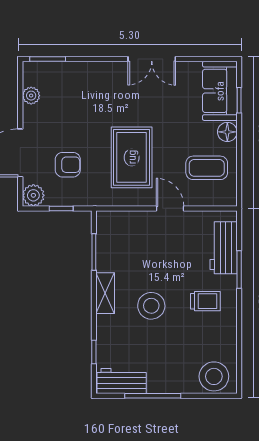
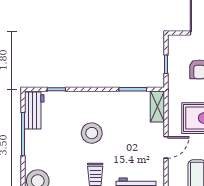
plant: (33, 195) -> (176, 43), removed
shelving: (105, 293) -> (157, 106), moved, turned 90

